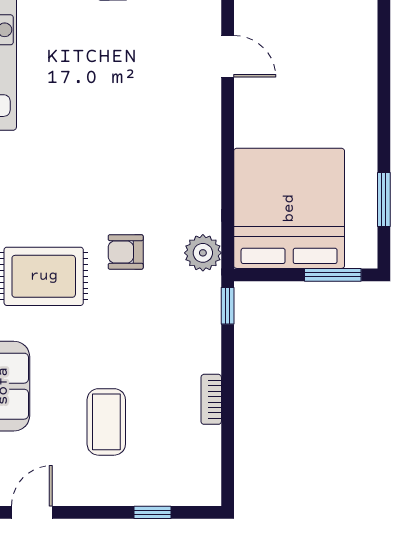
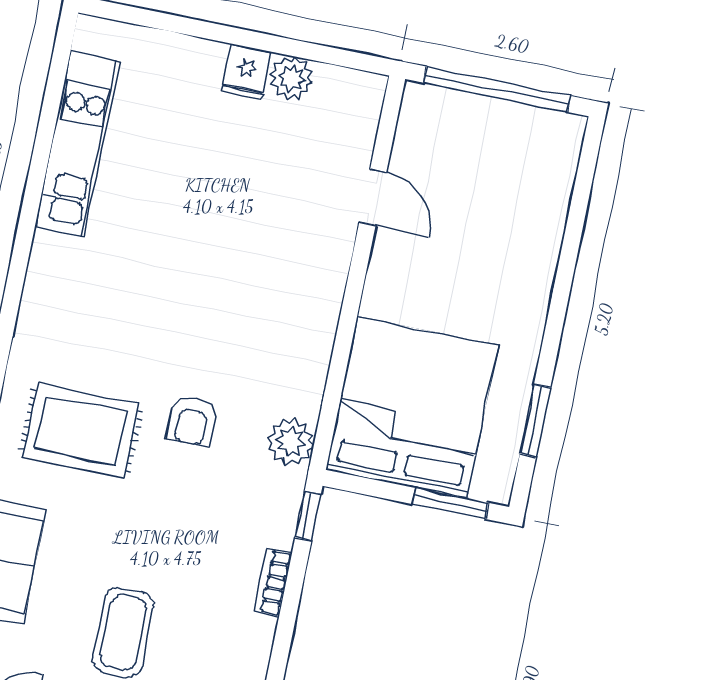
armchair: (126, 252) -> (192, 421), turned -90
bookcase: (211, 399) -> (273, 582), moved

